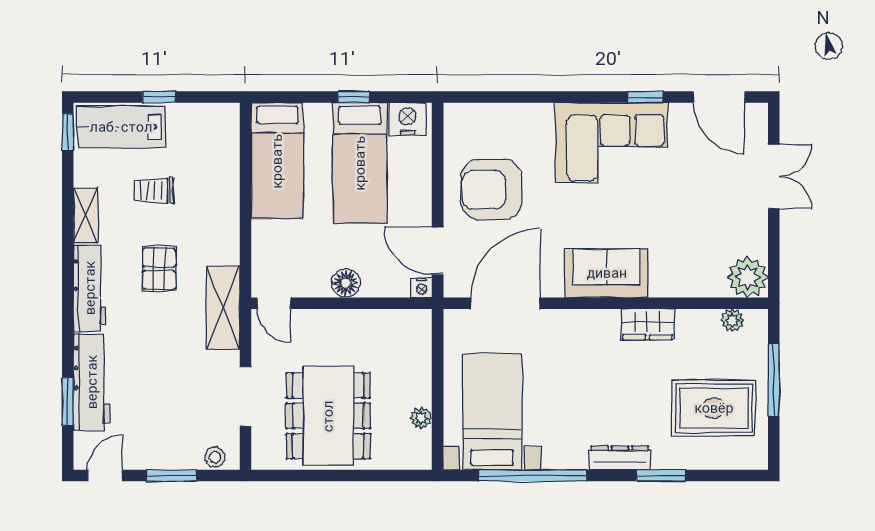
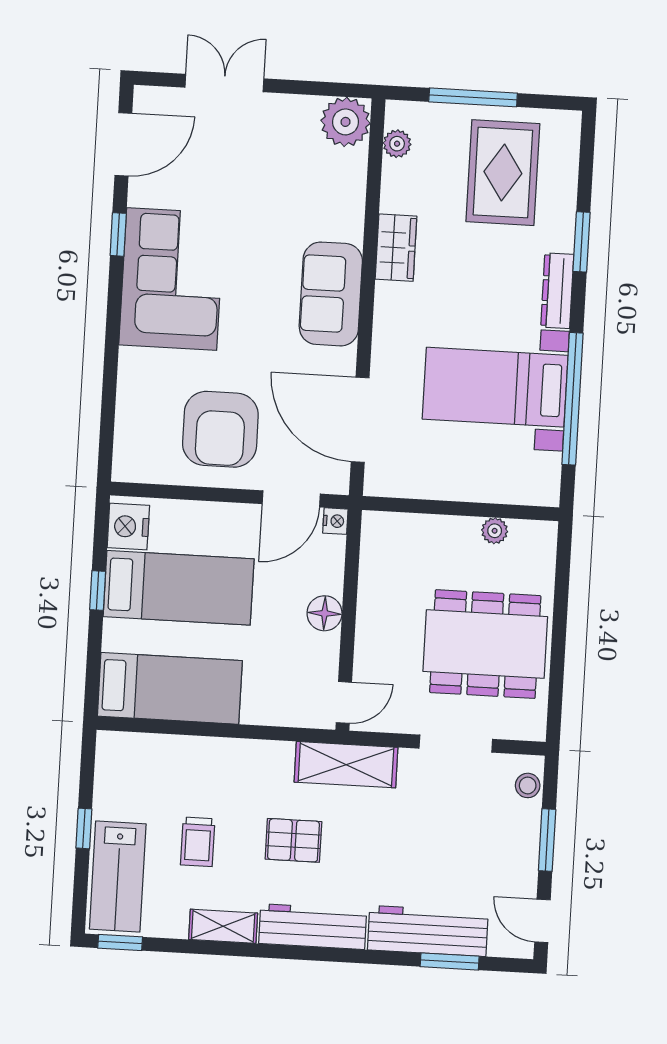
bed with nightstands: (492, 412) -> (495, 387), moved

